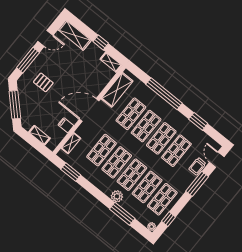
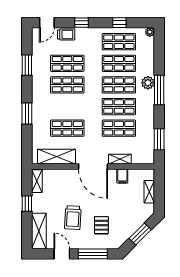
trolley: (65, 67) -> (73, 218), added
window: (164, 94) -> (27, 114), width x0.47
window: (15, 105) -> (140, 234), width x0.69
shop shelf: (146, 126) -> (67, 107), removed
shelving: (71, 143) -> (120, 159), moved
window: (197, 184) -> (81, 23), width x0.46
window: (122, 214) -> (159, 90), moved
window: (169, 219) -> (119, 23), moved

